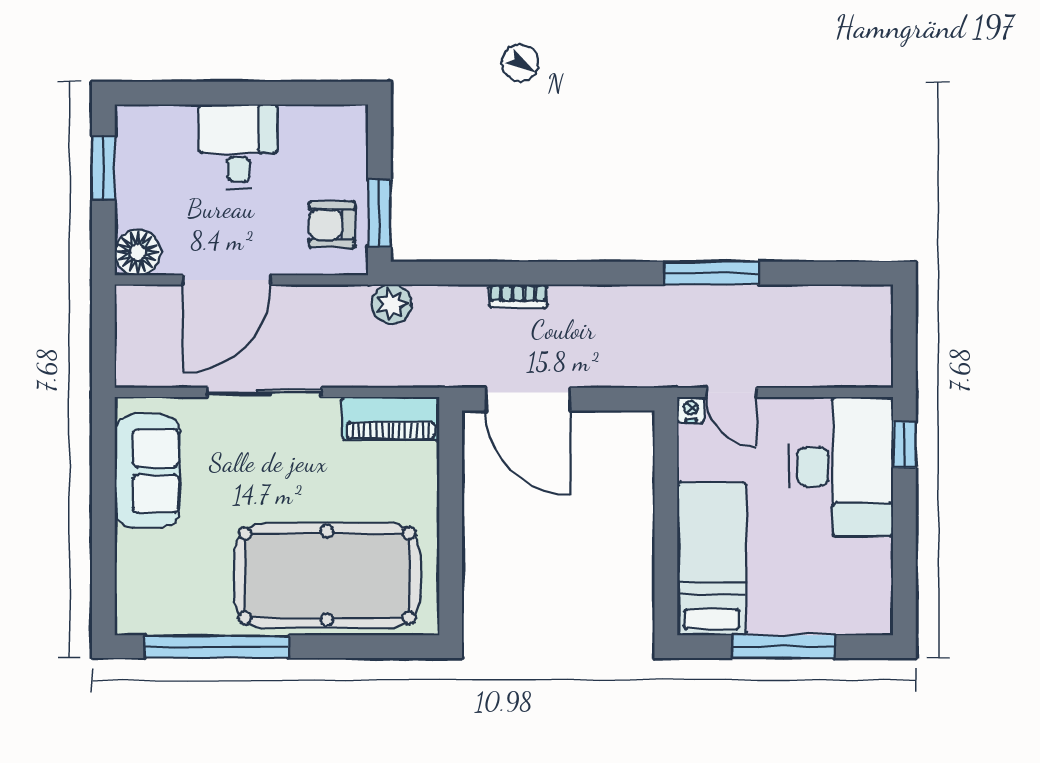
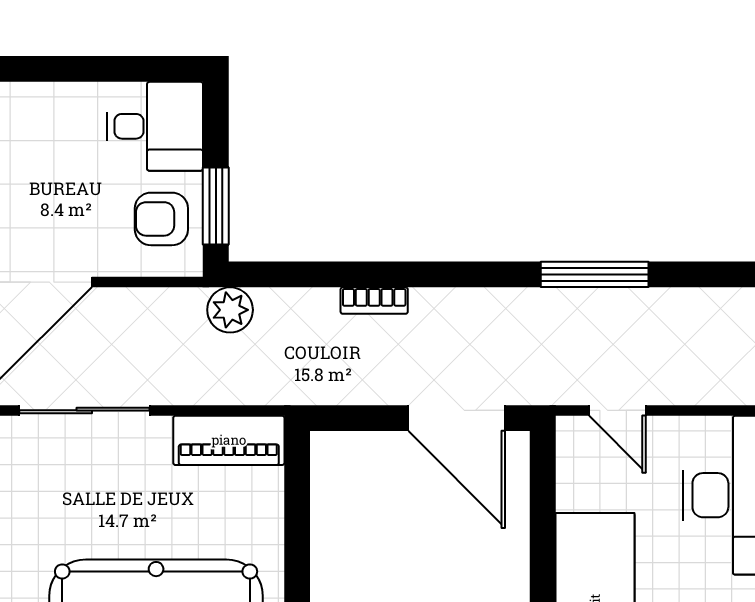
desk: (238, 146) -> (155, 126), moved, turned 90
door: (528, 399) -> (457, 418), moved
nightstand: (691, 410) -> (571, 430), removed

